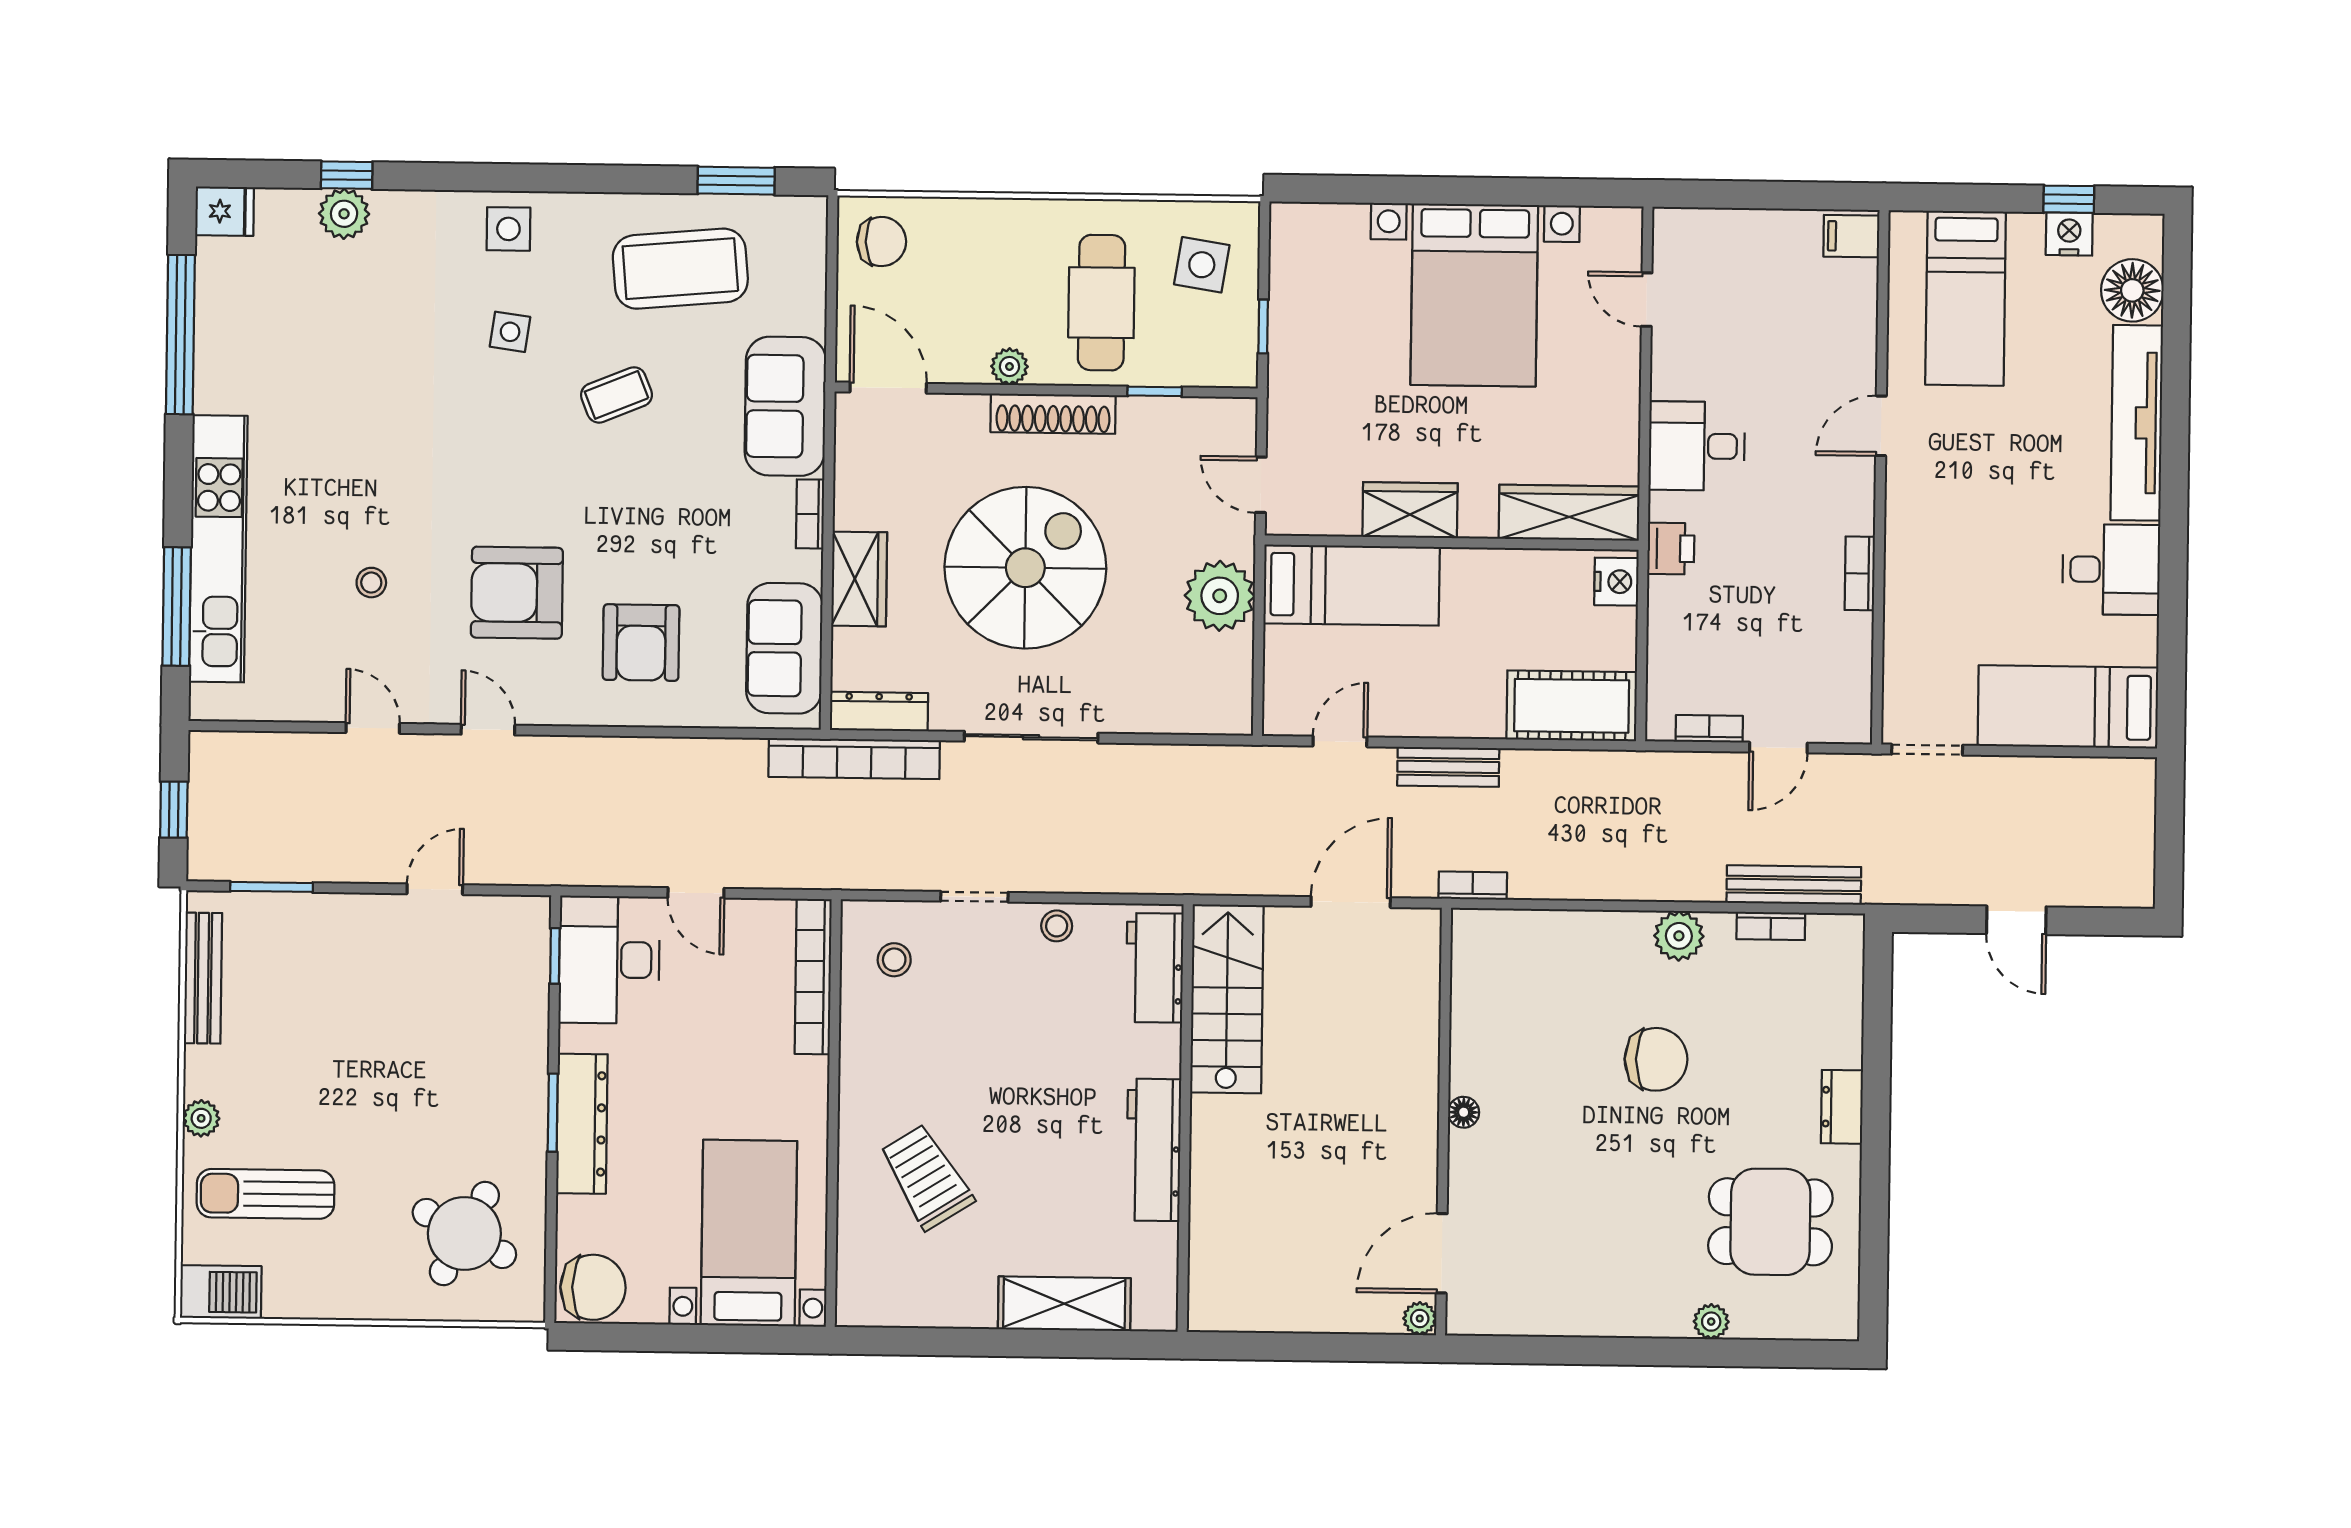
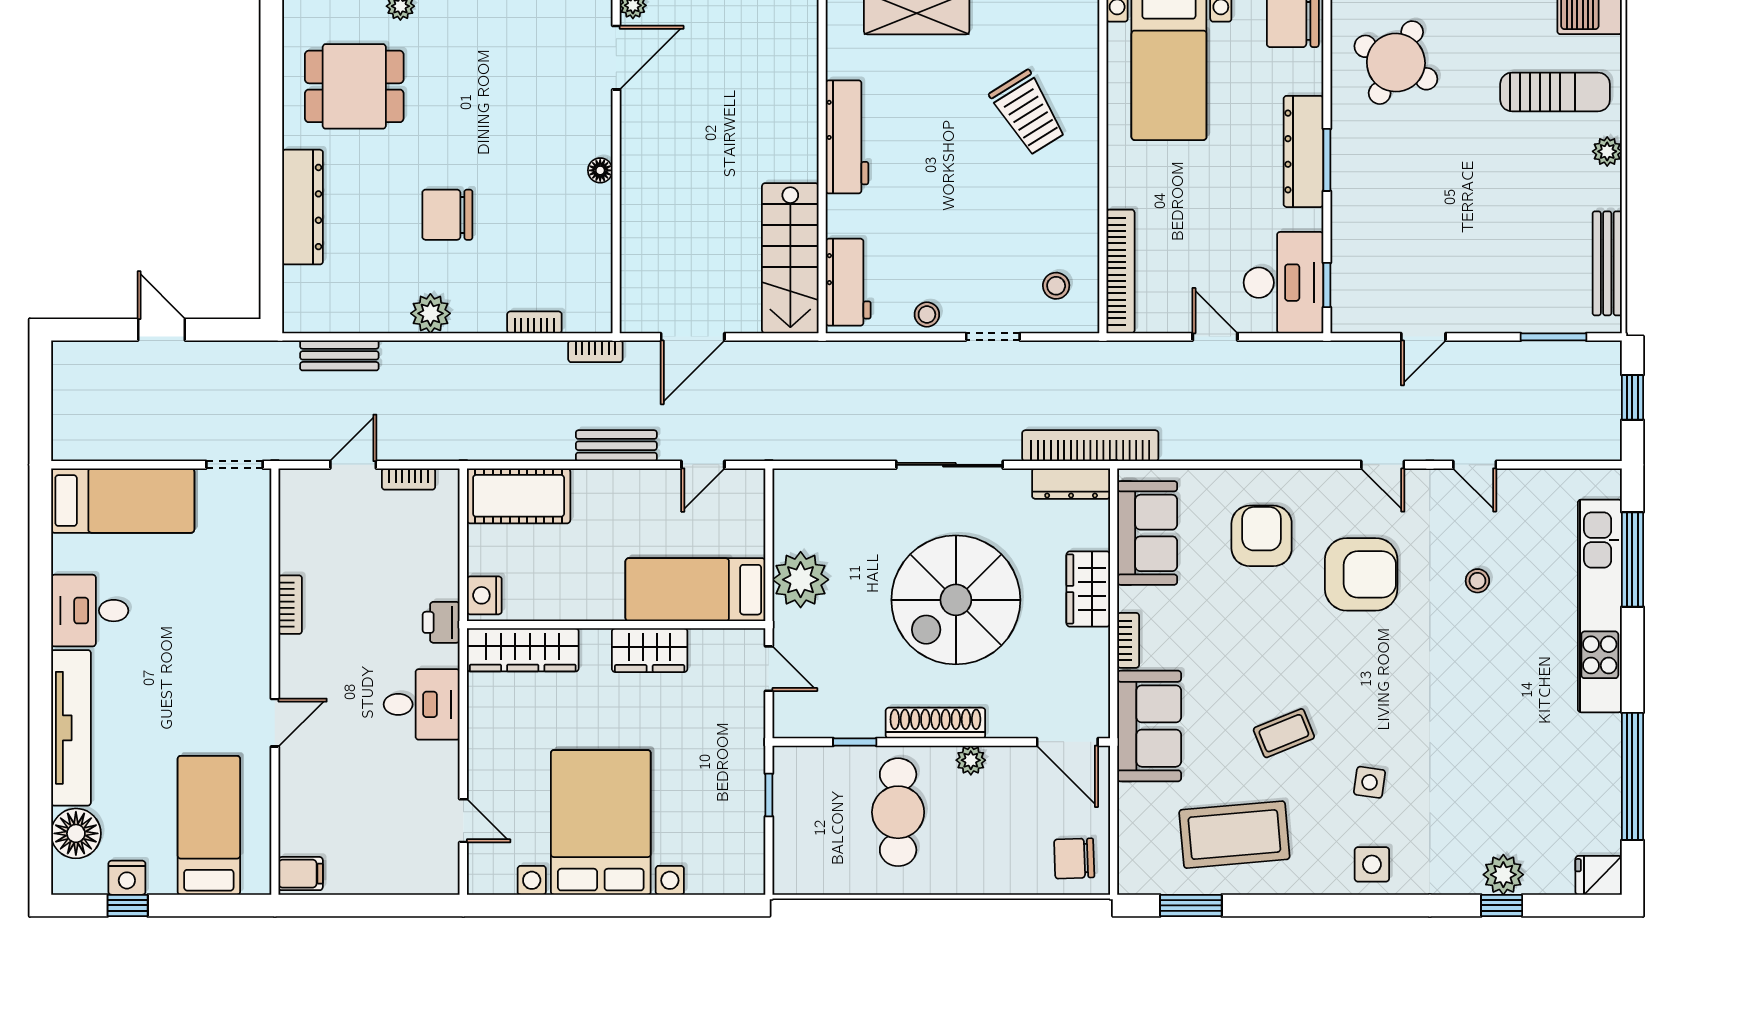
side table: (1202, 265) -> (818, 844), removed
bench: (1794, 885) -> (339, 355), width x0.73
bookcase: (1771, 926) -> (534, 322), moved
dresser: (1842, 1107) -> (302, 207), width x1.96, depth x1.24

